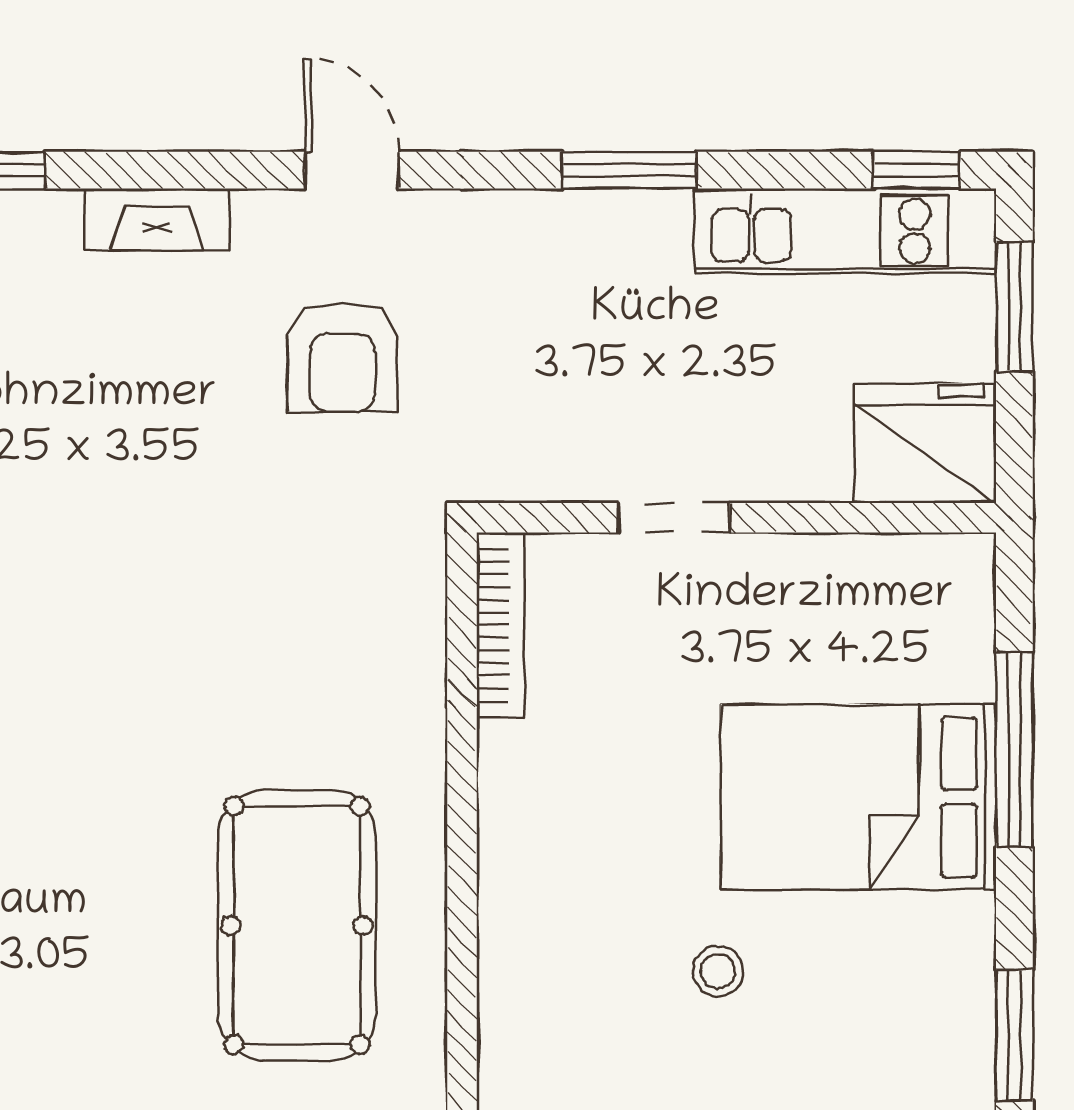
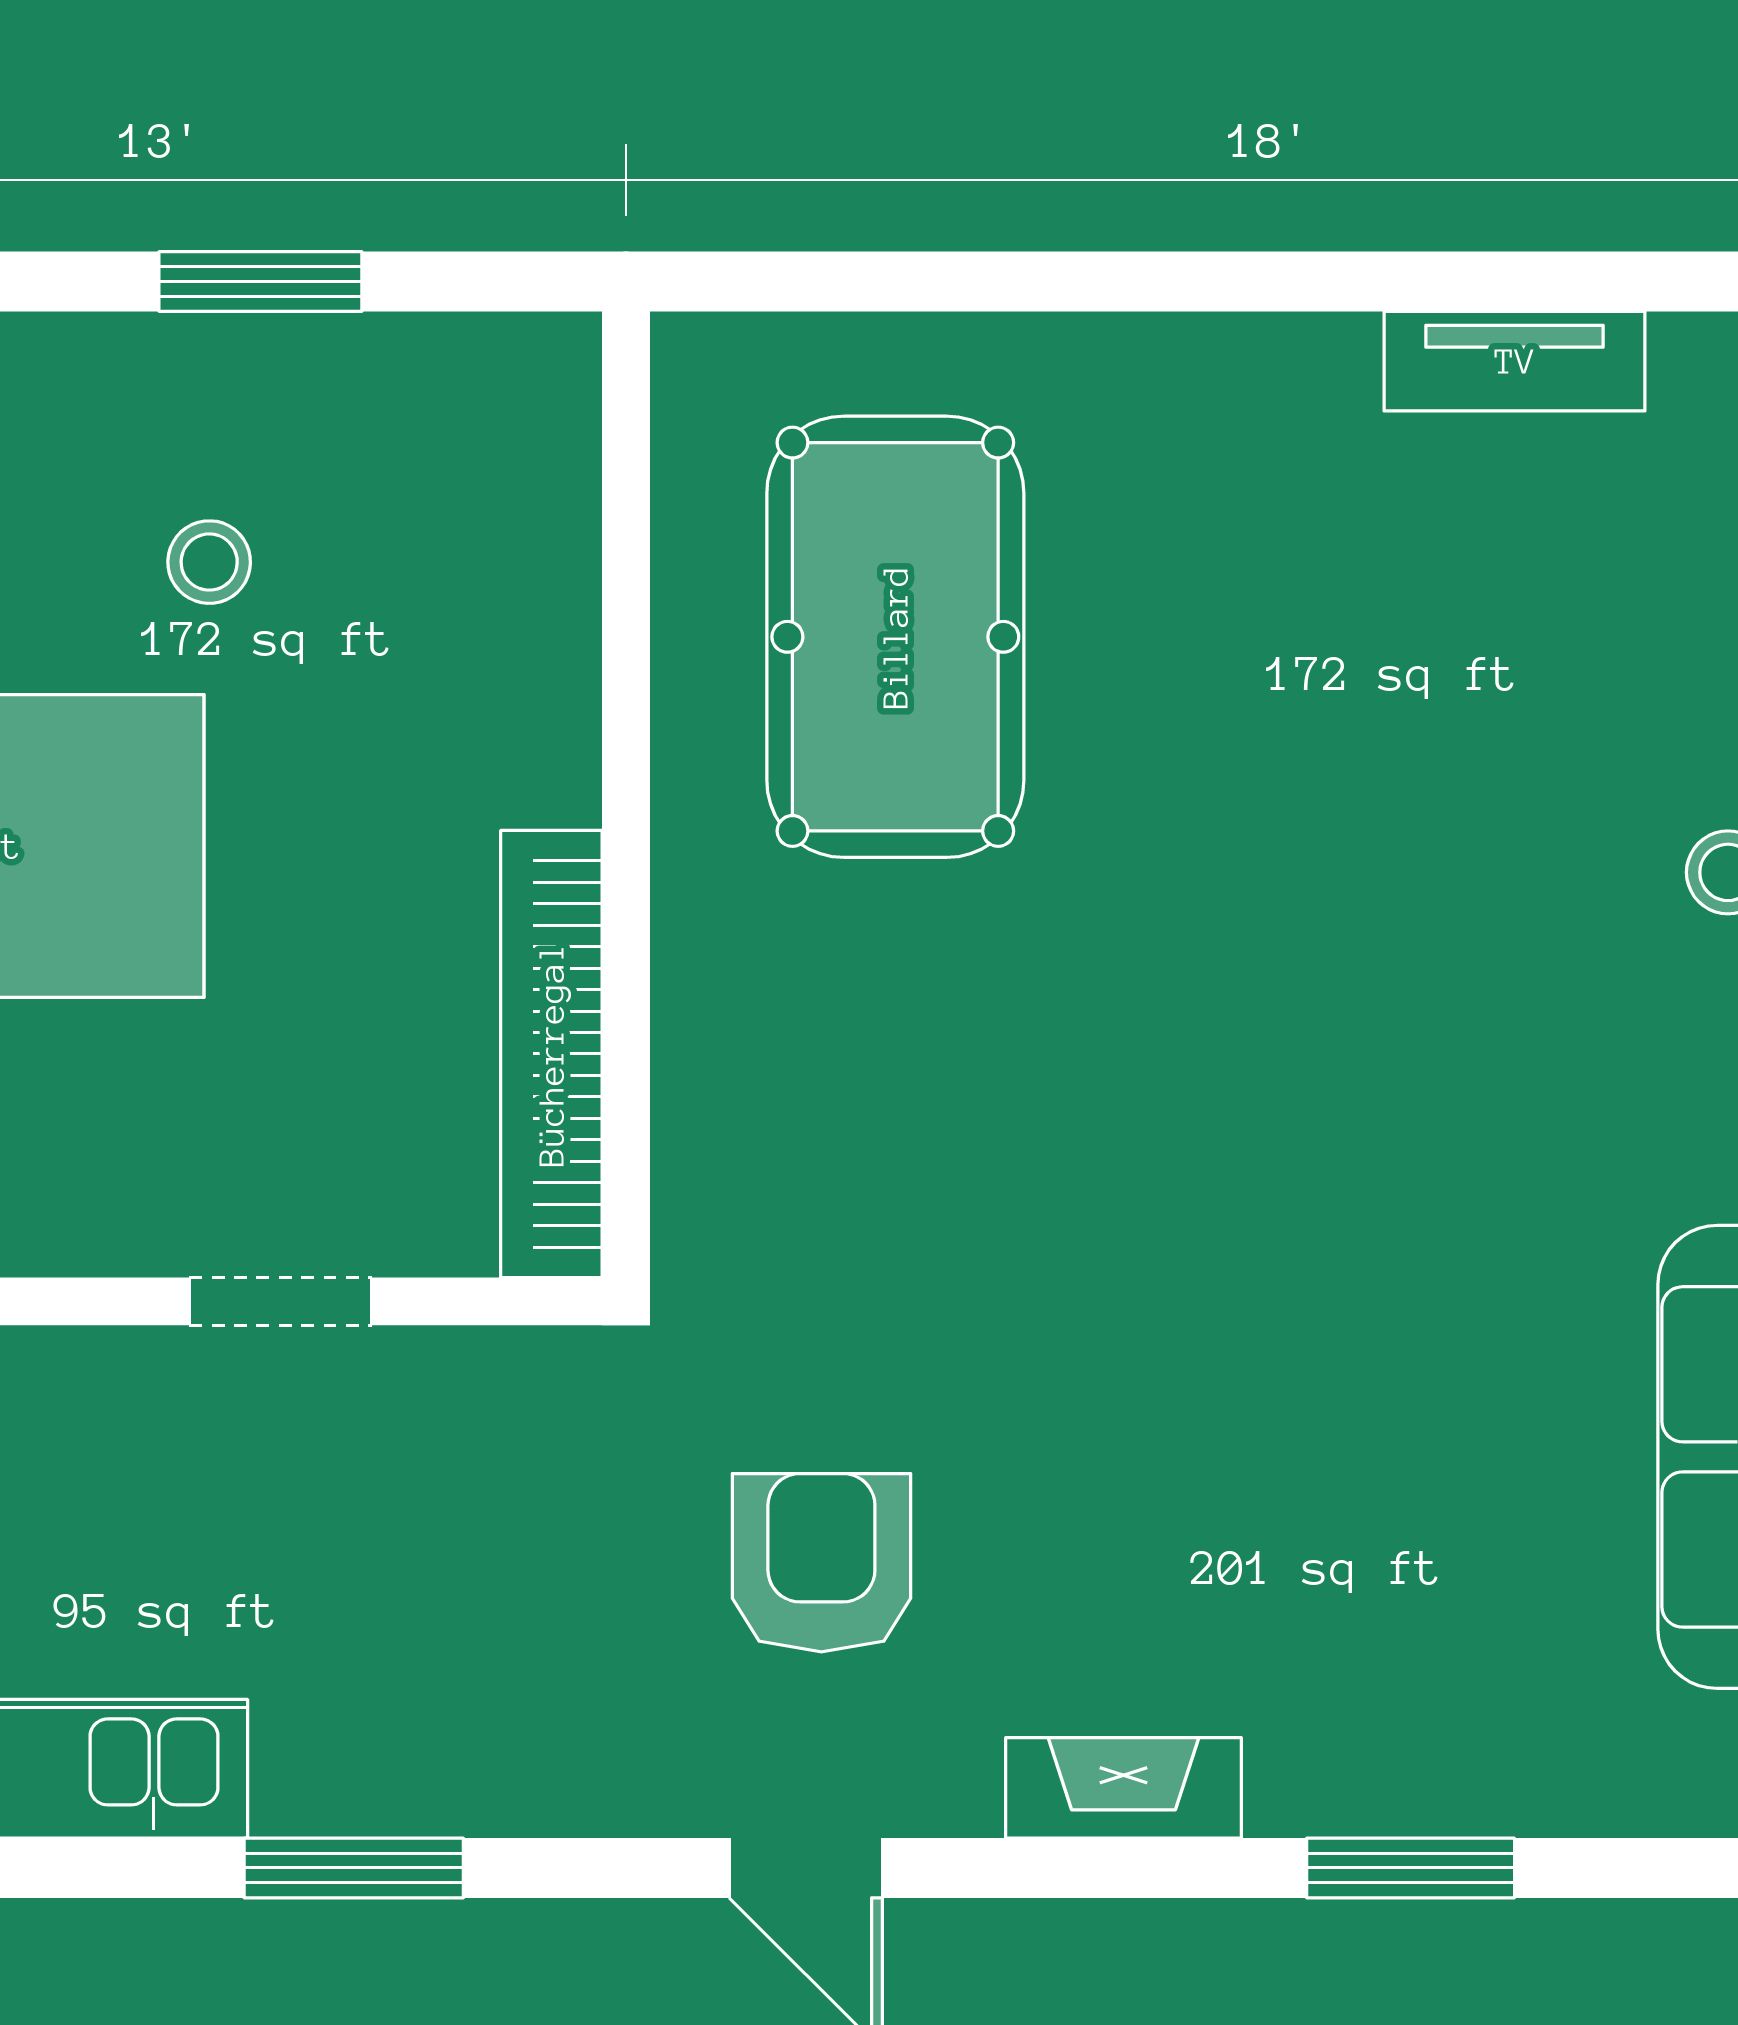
bookcase: (500, 625) -> (551, 1054), width x1.48, depth x1.31

